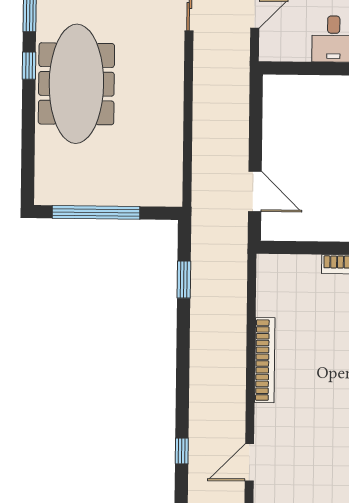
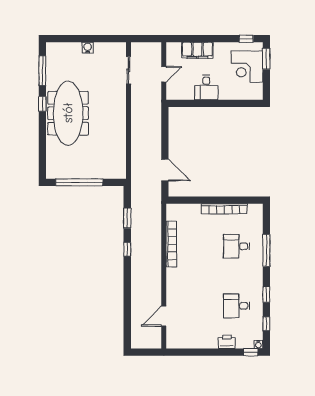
bookcase: (265, 360) -> (171, 244), moved
window: (182, 451) -> (127, 249), moved

